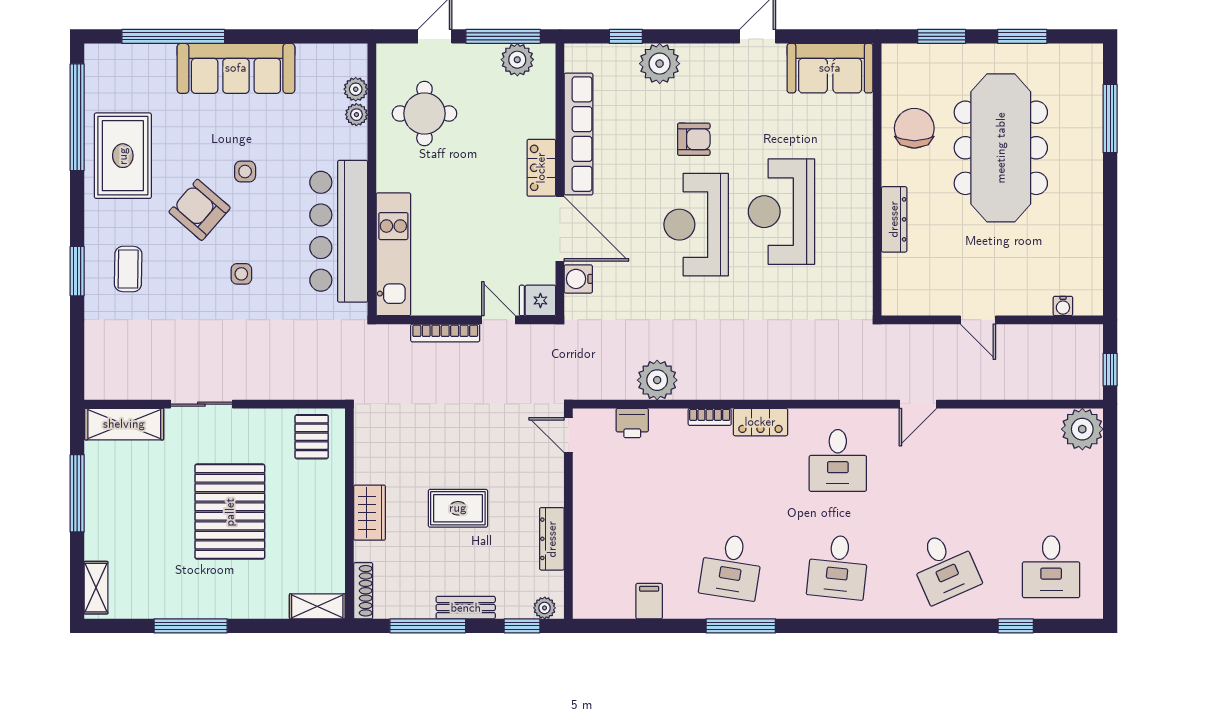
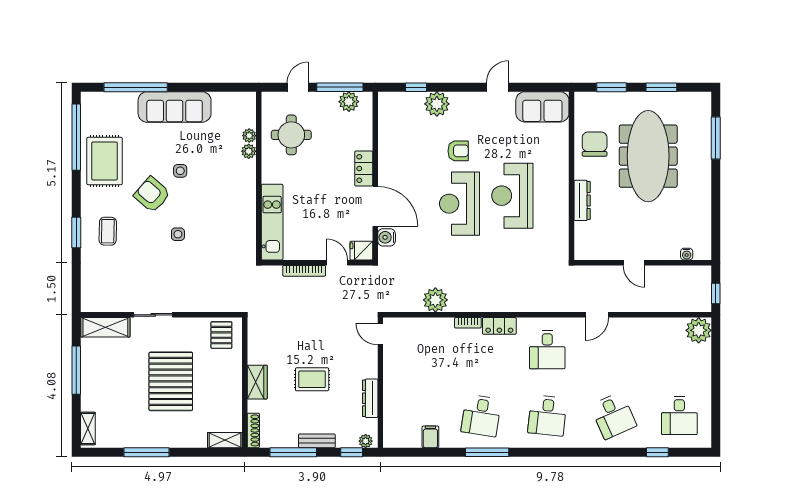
plant: (356, 89) -> (249, 151), moved
row of seats: (579, 134) -> (387, 148), removed
bar counter: (339, 231) -> (238, 208), removed
printer: (632, 423) -> (420, 327), removed

